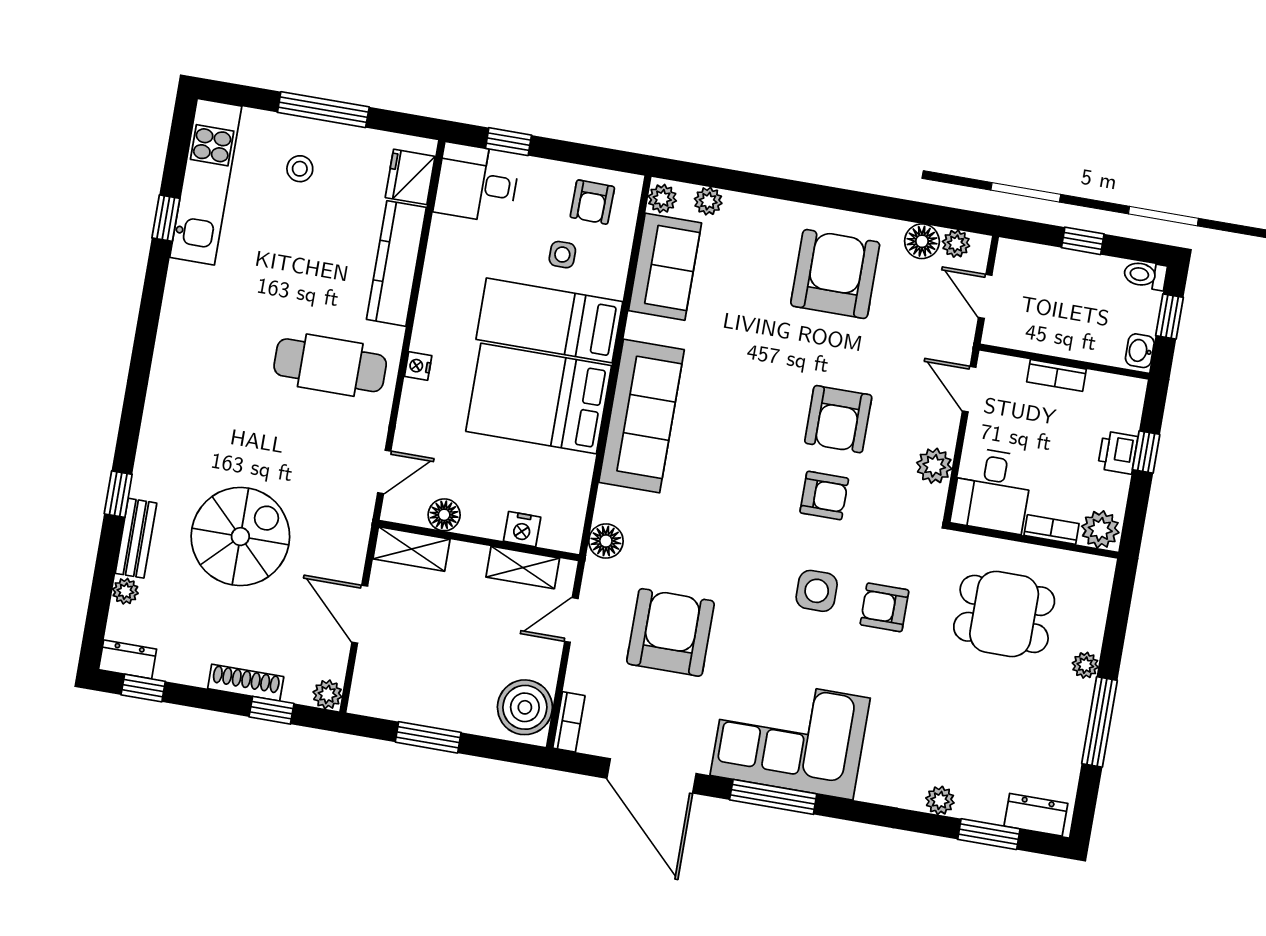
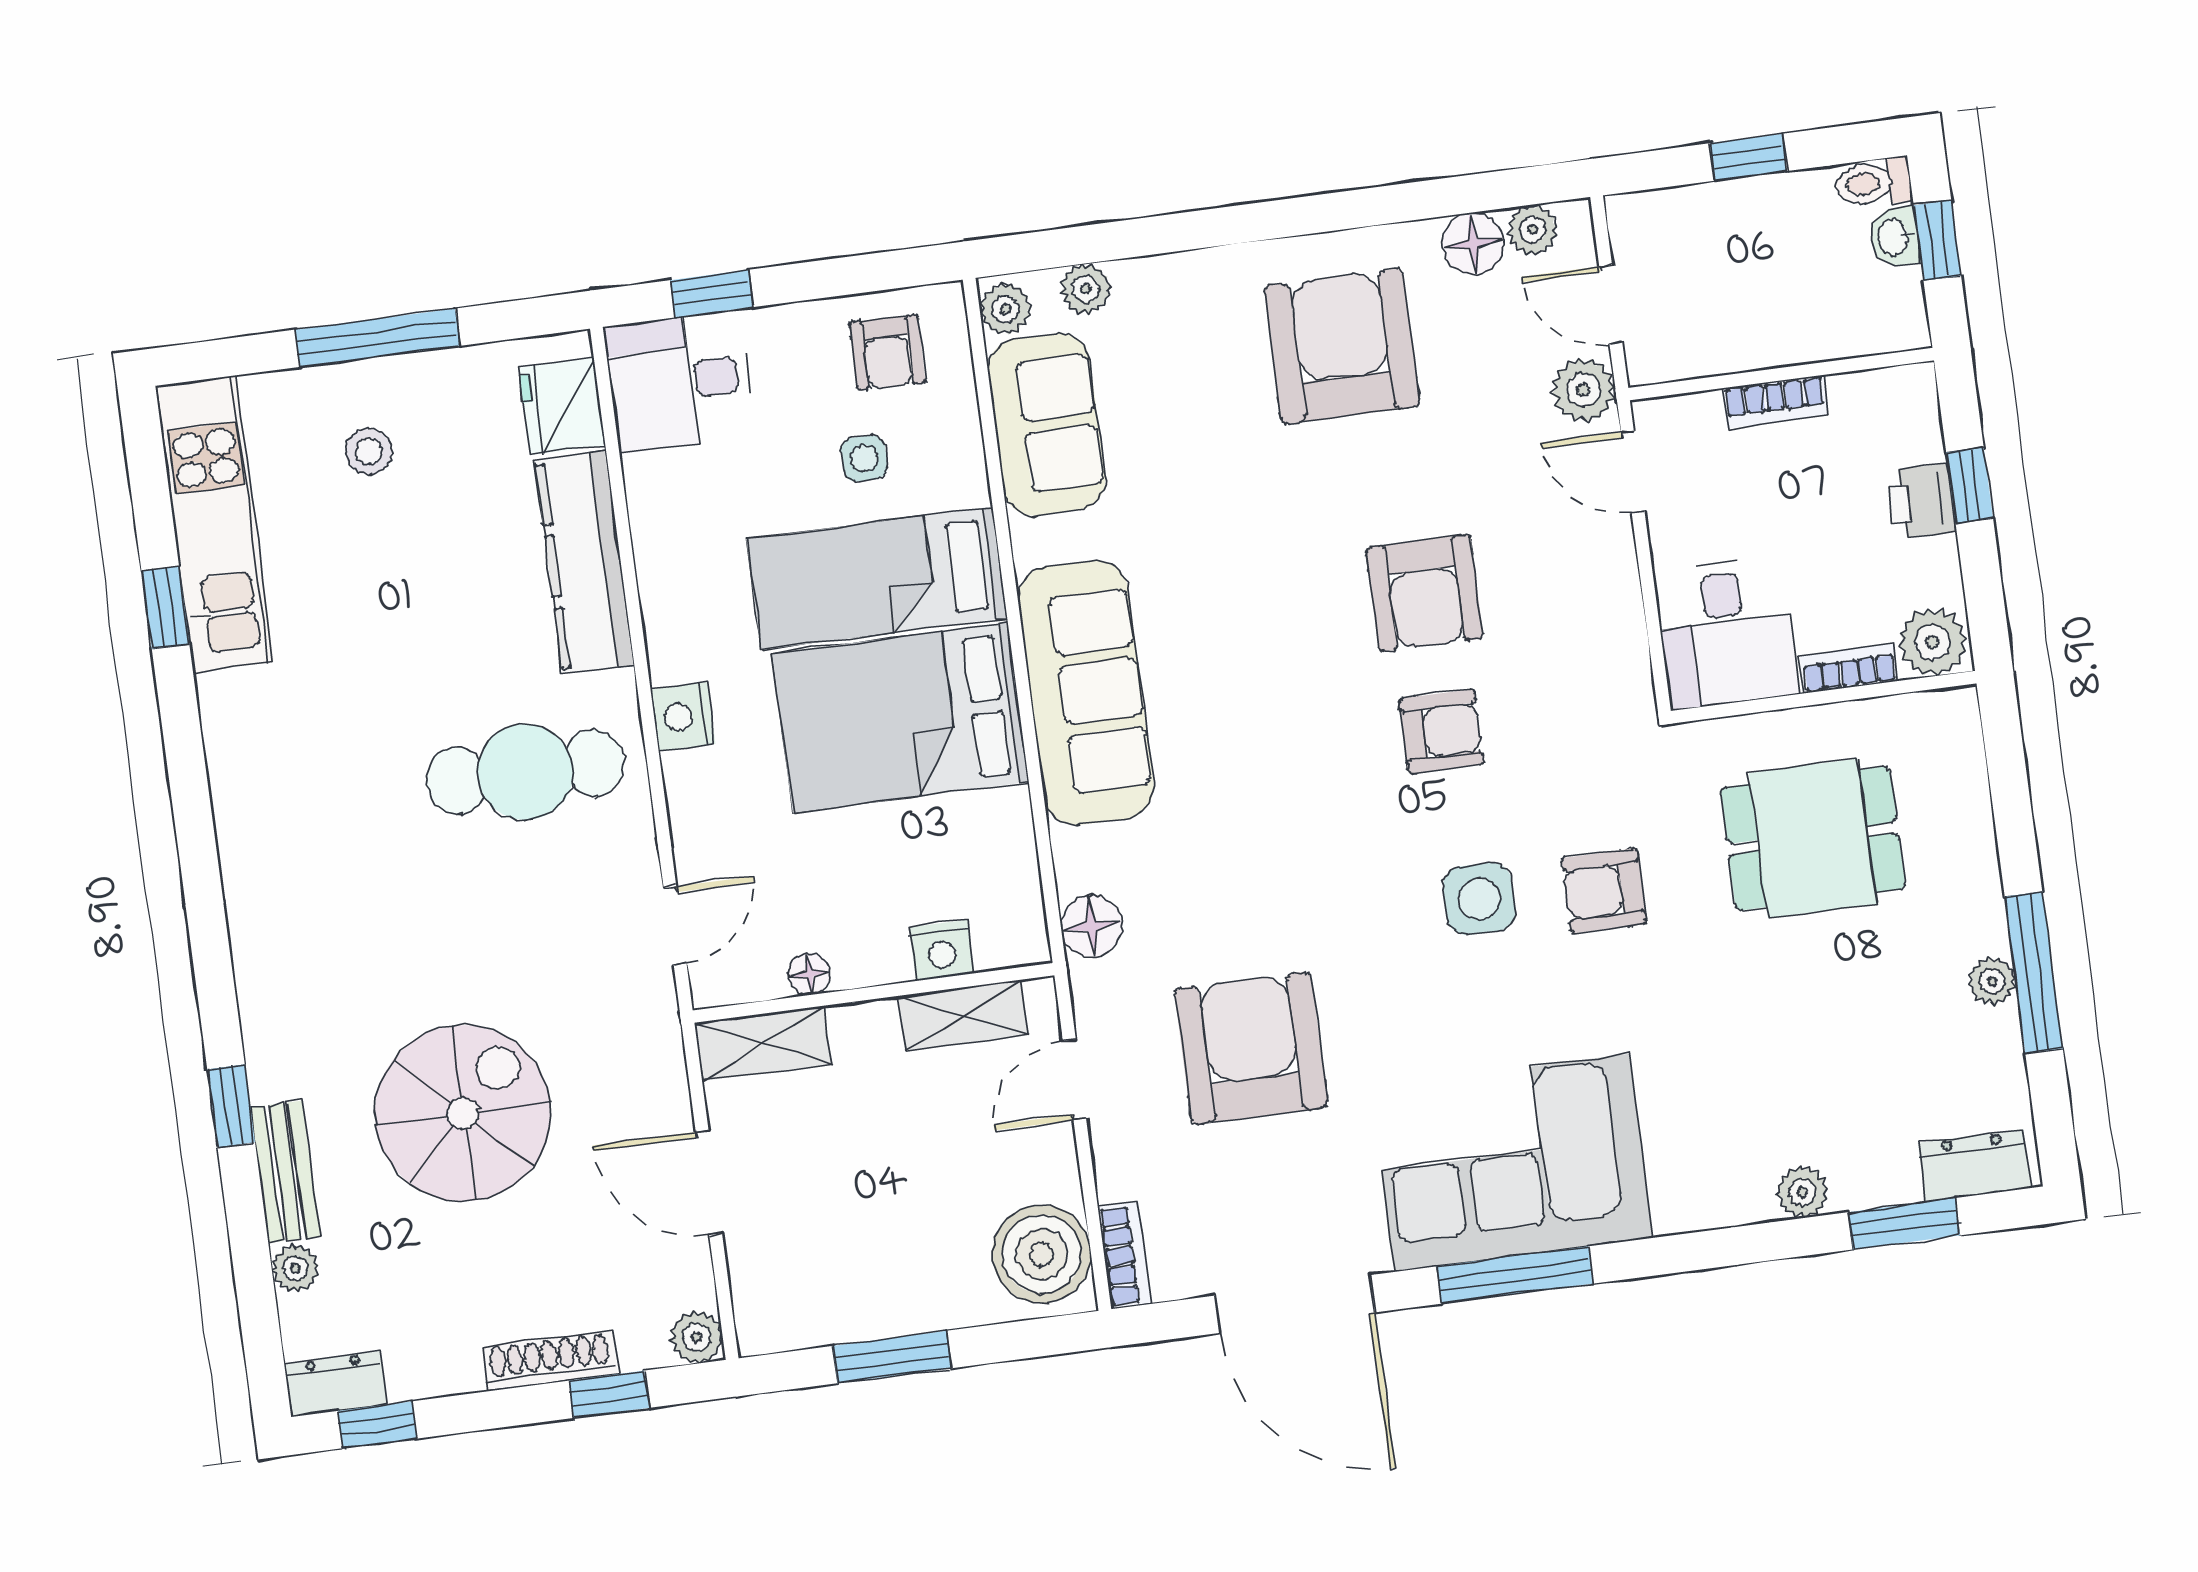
washbasin: (1140, 351) -> (1894, 237), moved
nightstand: (418, 366) -> (683, 717), width x1.39, depth x1.35
plant: (934, 466) -> (1583, 390), moved
floor lamp: (444, 515) -> (809, 974), width x0.73, depth x0.73
plant: (1085, 665) -> (1992, 981), moved

